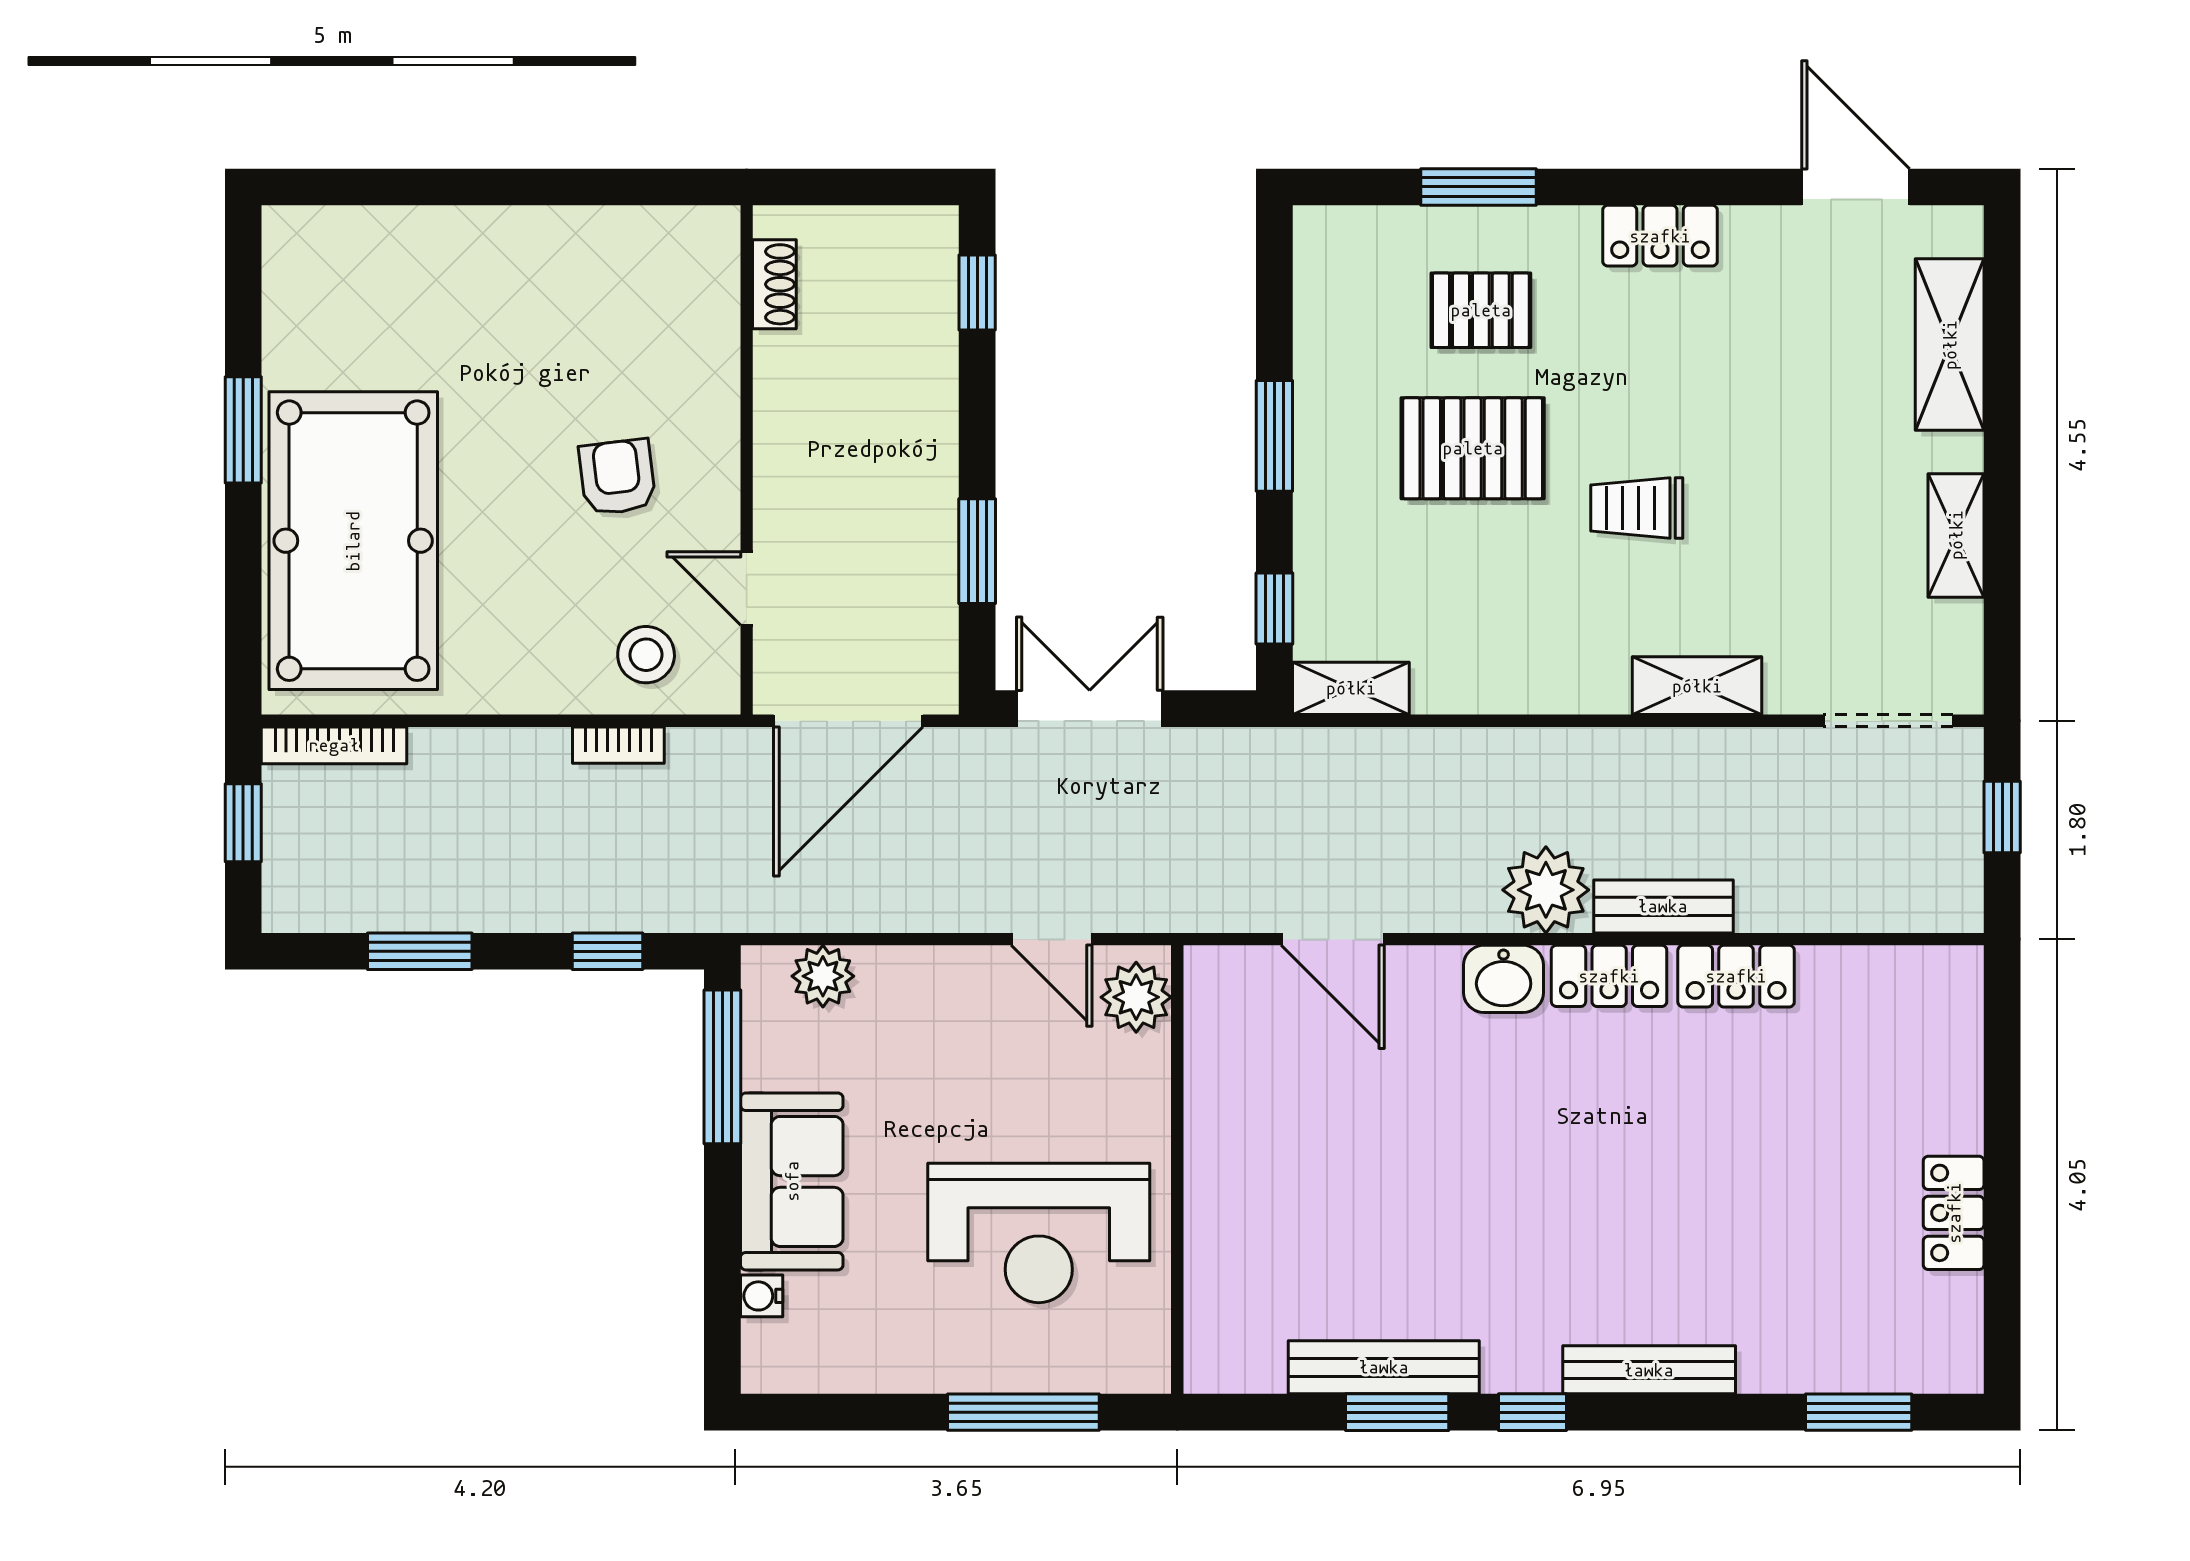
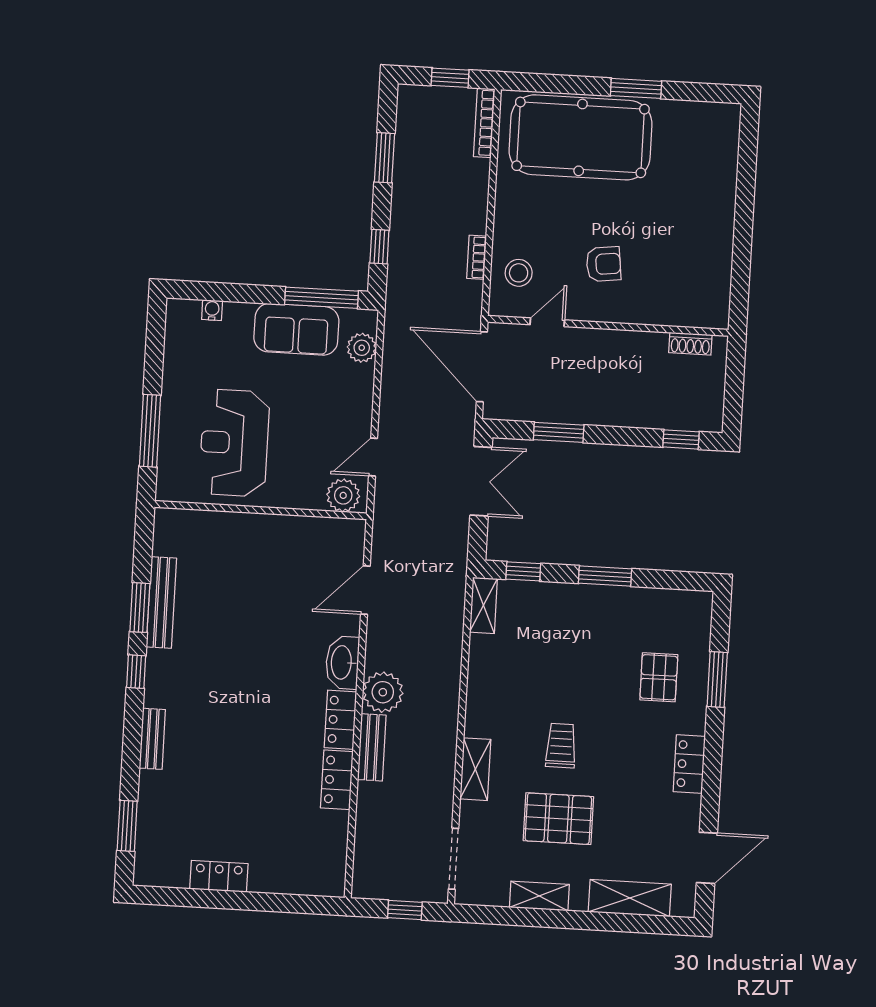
pallet: (1473, 448) -> (558, 819), moved, turned 90
washbasin: (1504, 979) -> (342, 662), width x1.38
sofa: (792, 1181) -> (296, 329), moved
bench: (1649, 1370) -> (152, 739), width x0.73

